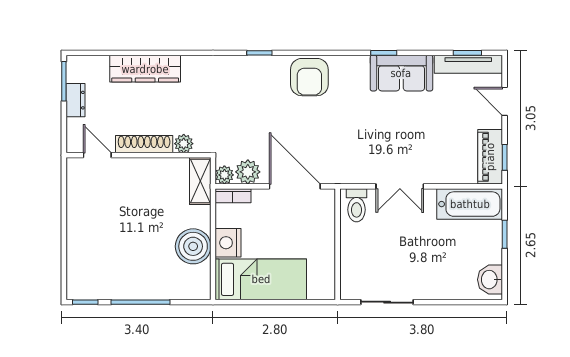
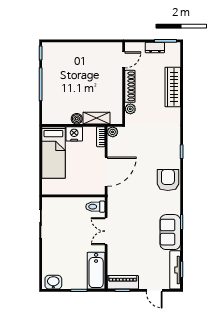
armchair: (309, 77) -> (168, 180), turned 90
door: (505, 101) -> (154, 290), swing flipped
plant: (248, 172) -> (114, 145), removed
shelving: (200, 181) -> (96, 118), moved
boiler: (193, 246) -> (77, 119), width x0.54, depth x0.54

